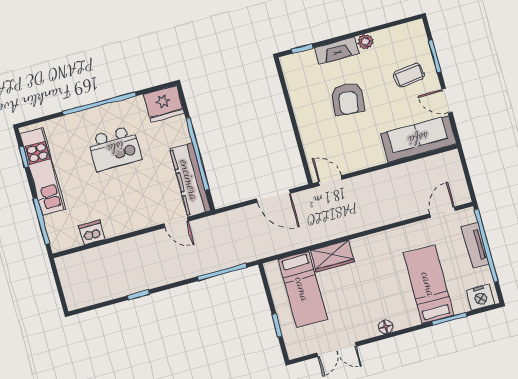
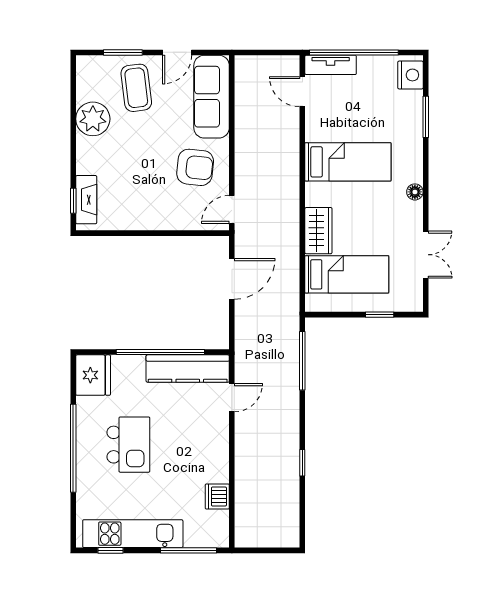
plant: (365, 42) -> (93, 119), width x1.88, depth x1.88
fireplace: (337, 51) -> (86, 200), moved
coffee table: (409, 75) -> (136, 88), width x1.36, depth x1.30
armchair: (348, 99) -> (195, 167), moved
tv unit: (475, 245) -> (331, 65), moved
bed: (429, 284) -> (348, 162), moved, turned 180

